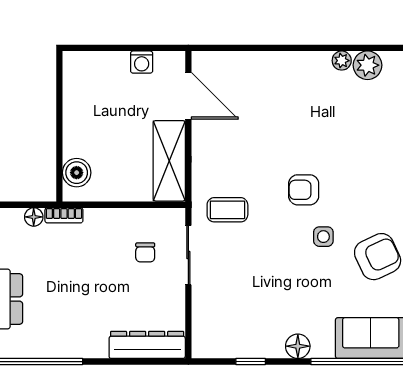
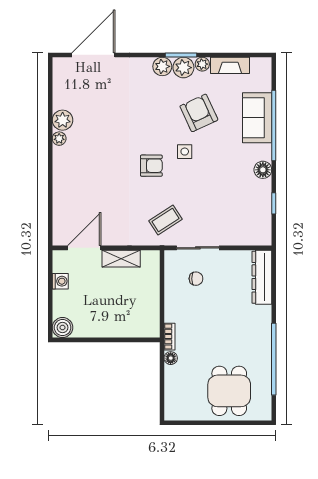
shelving: (169, 161) -> (121, 259), width x0.67, depth x0.75
boiler: (77, 173) -> (63, 328), moved
armchair: (304, 190) -> (151, 166), turned -90
coffee table: (227, 210) -> (166, 220), turned 57

